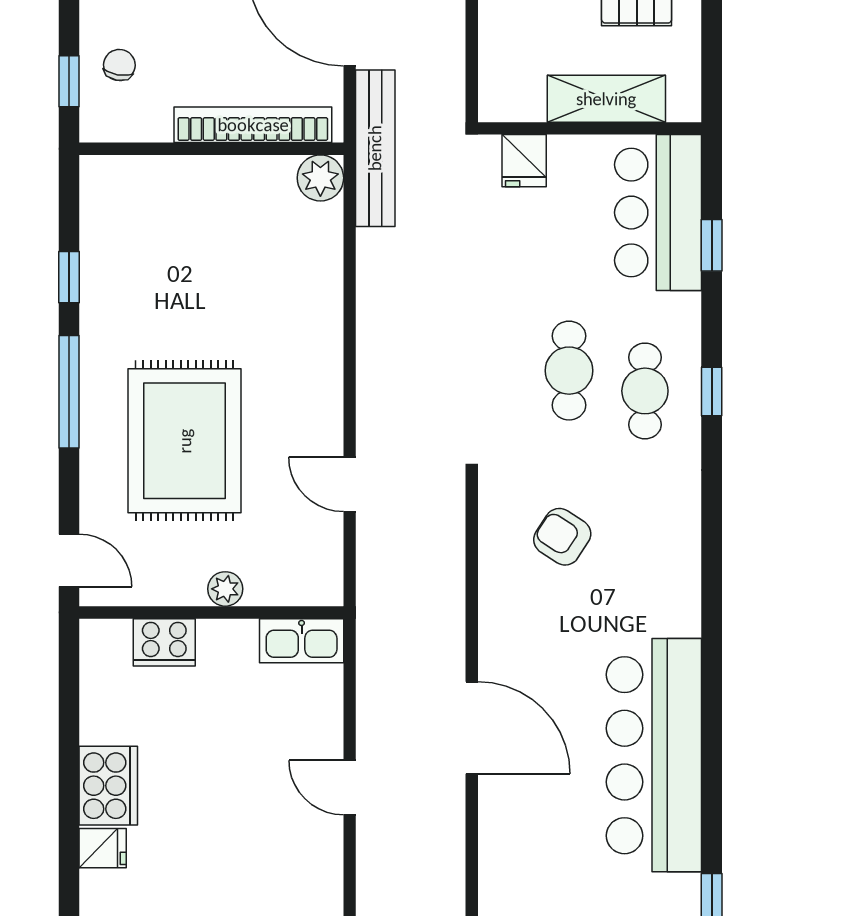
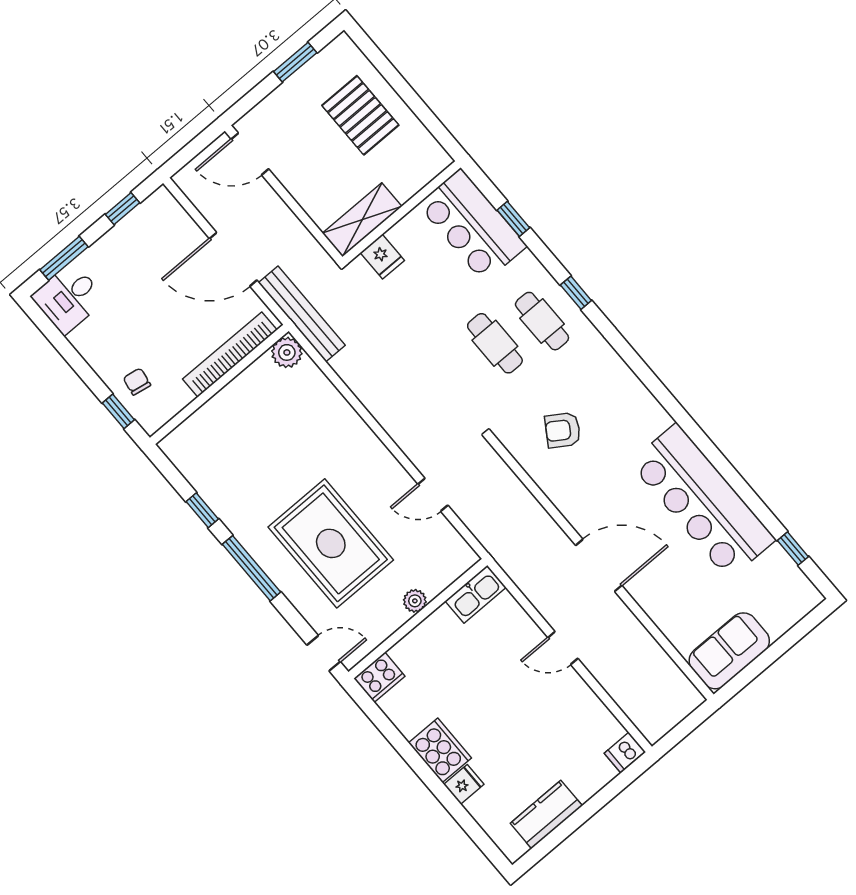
shelving: (606, 99) -> (362, 220), moved
cooker: (164, 642) -> (379, 677), moved

